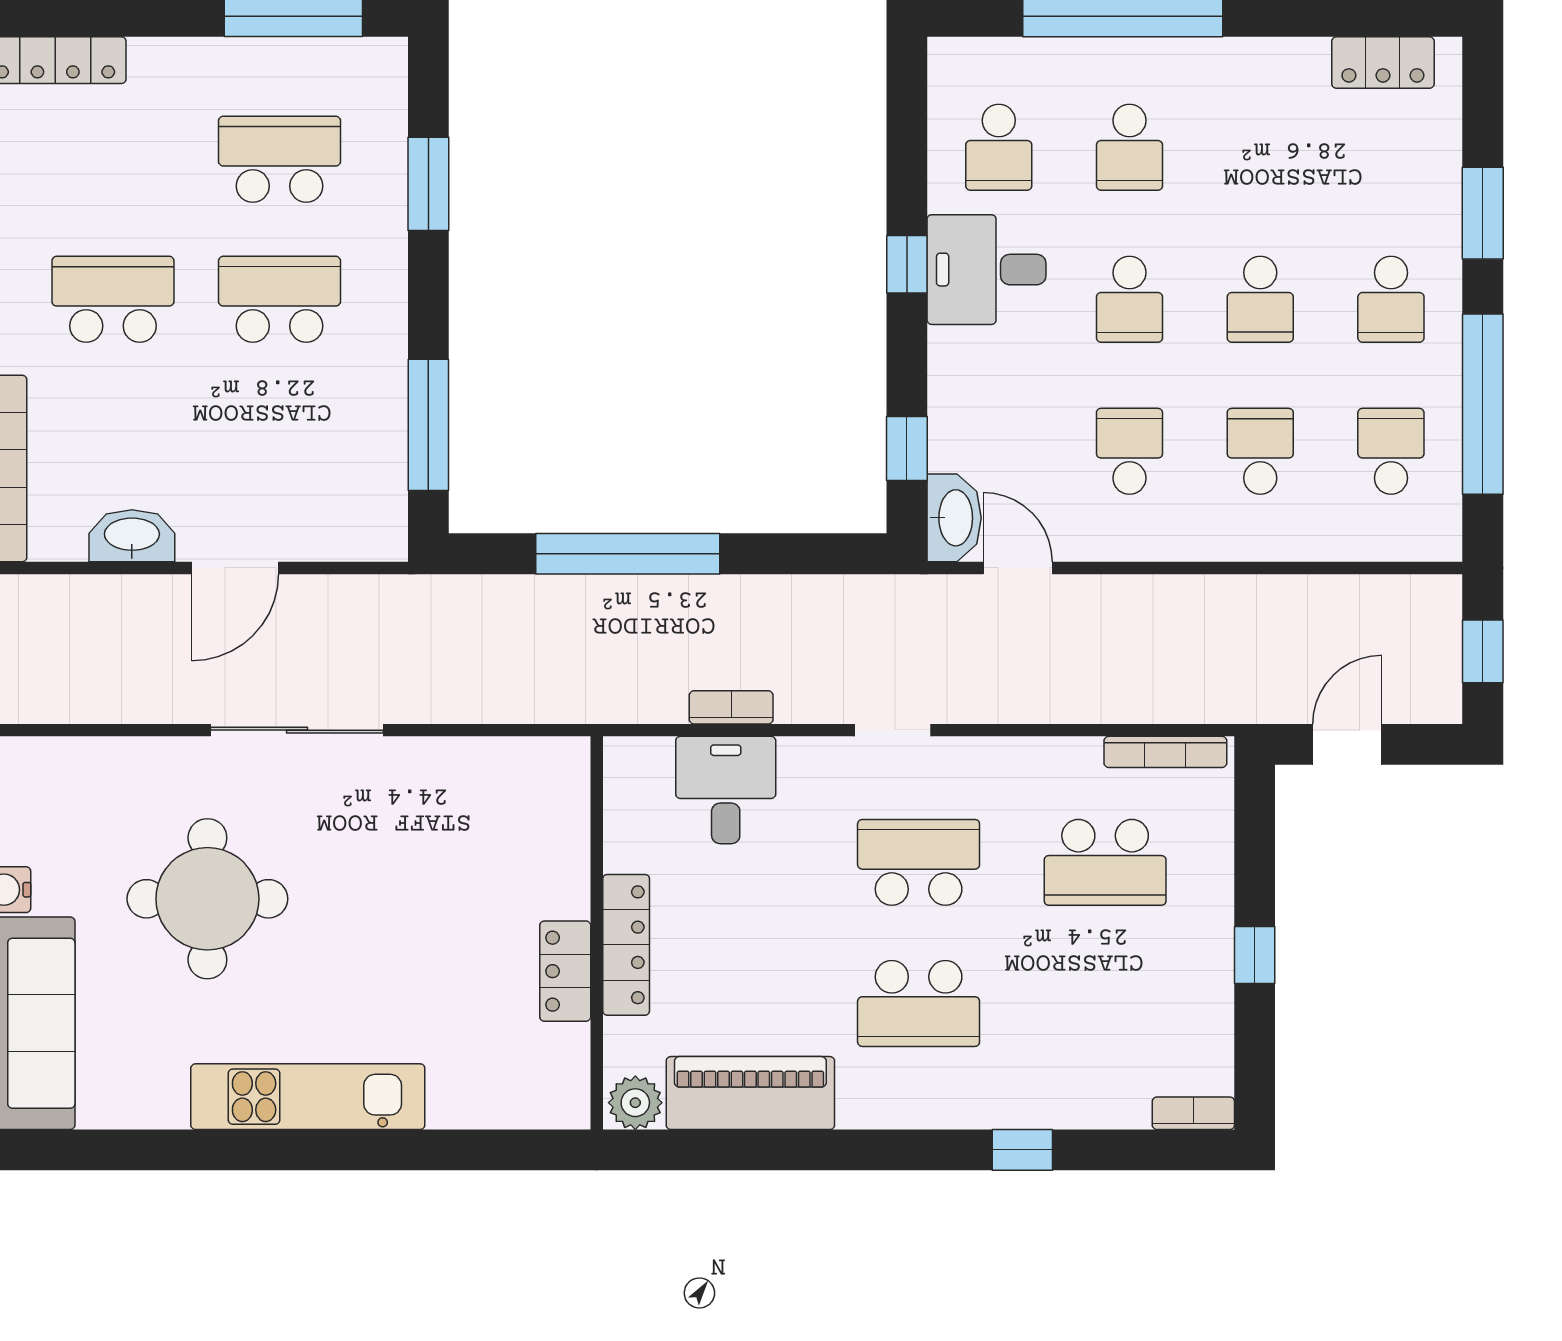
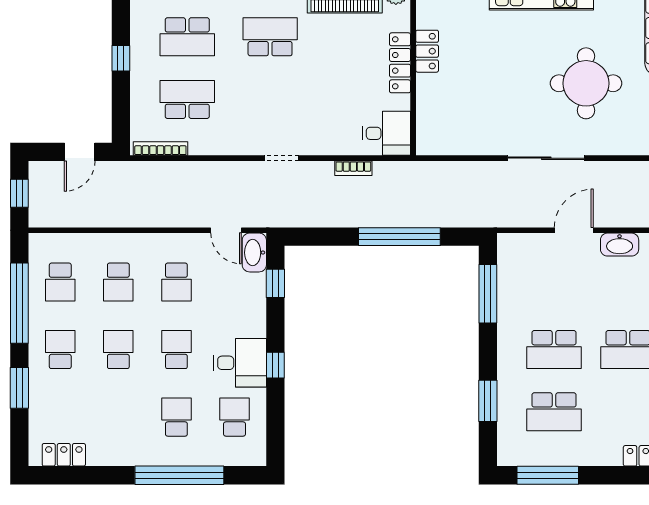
desk: (726, 790) -> (386, 133), moved, turned -90
school desk: (919, 862) -> (187, 37), moved

